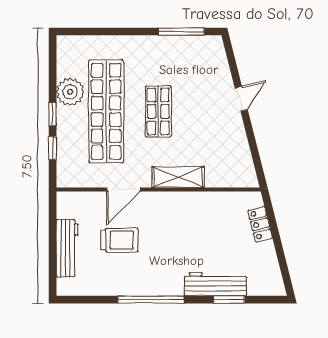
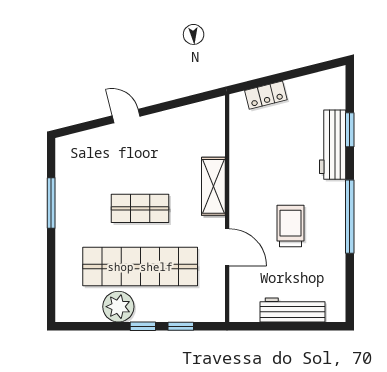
window: (181, 32) -> (51, 203), moved
trolley: (119, 240) -> (290, 226), moved

